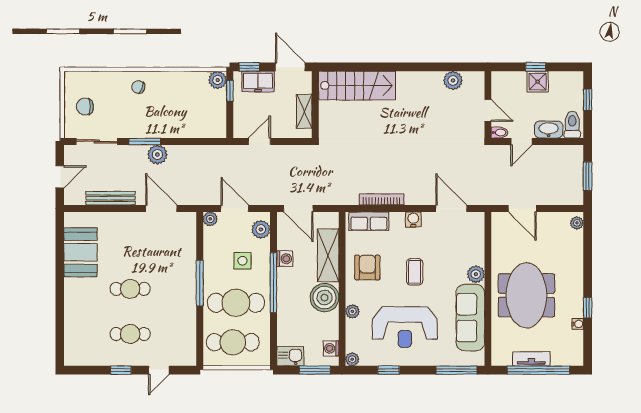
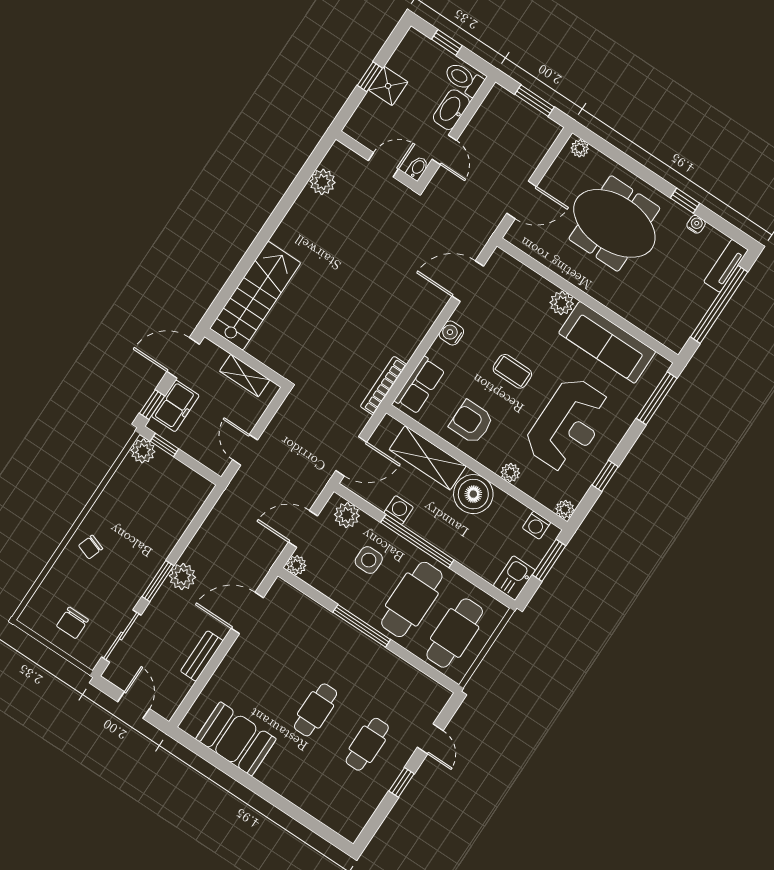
bench: (111, 198) -> (202, 656), width x0.73
bookcase: (382, 199) -> (383, 386), moved
meeting table: (526, 295) -> (614, 223), moved
tv unit: (531, 359) -> (726, 266), moved

